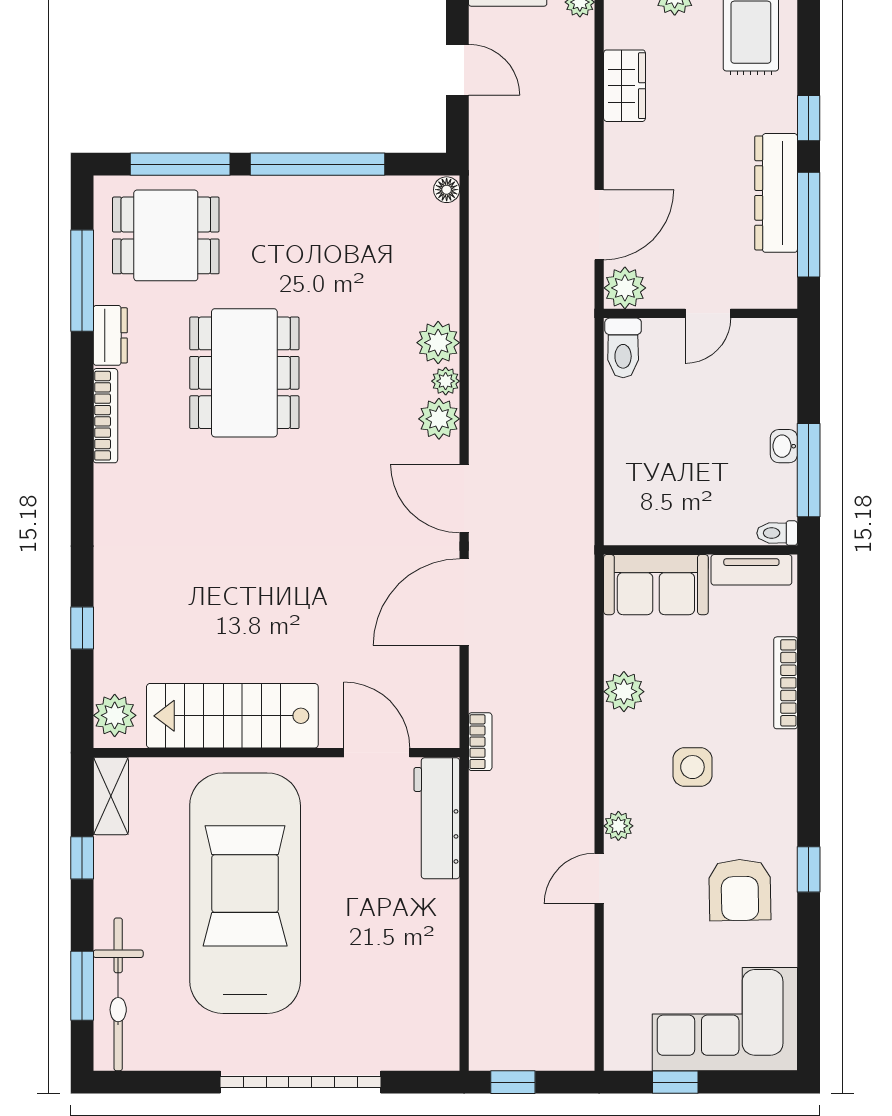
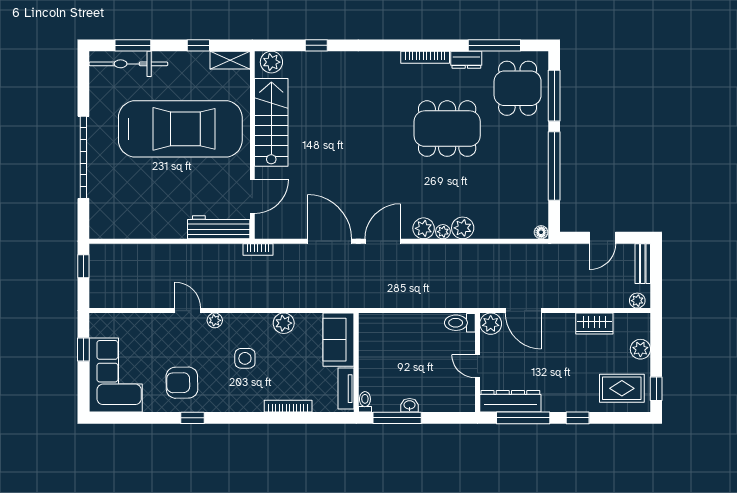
dresser: (776, 193) -> (510, 401), moved

